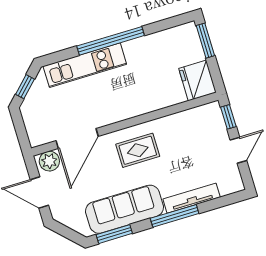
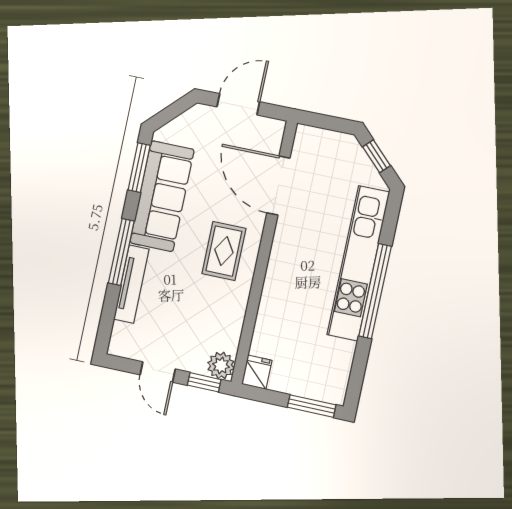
kitchen unit: (85, 65) -> (358, 263), width x1.36
fridge: (197, 80) -> (257, 372), width x0.53, depth x0.75
plant: (49, 161) -> (221, 365), moved

